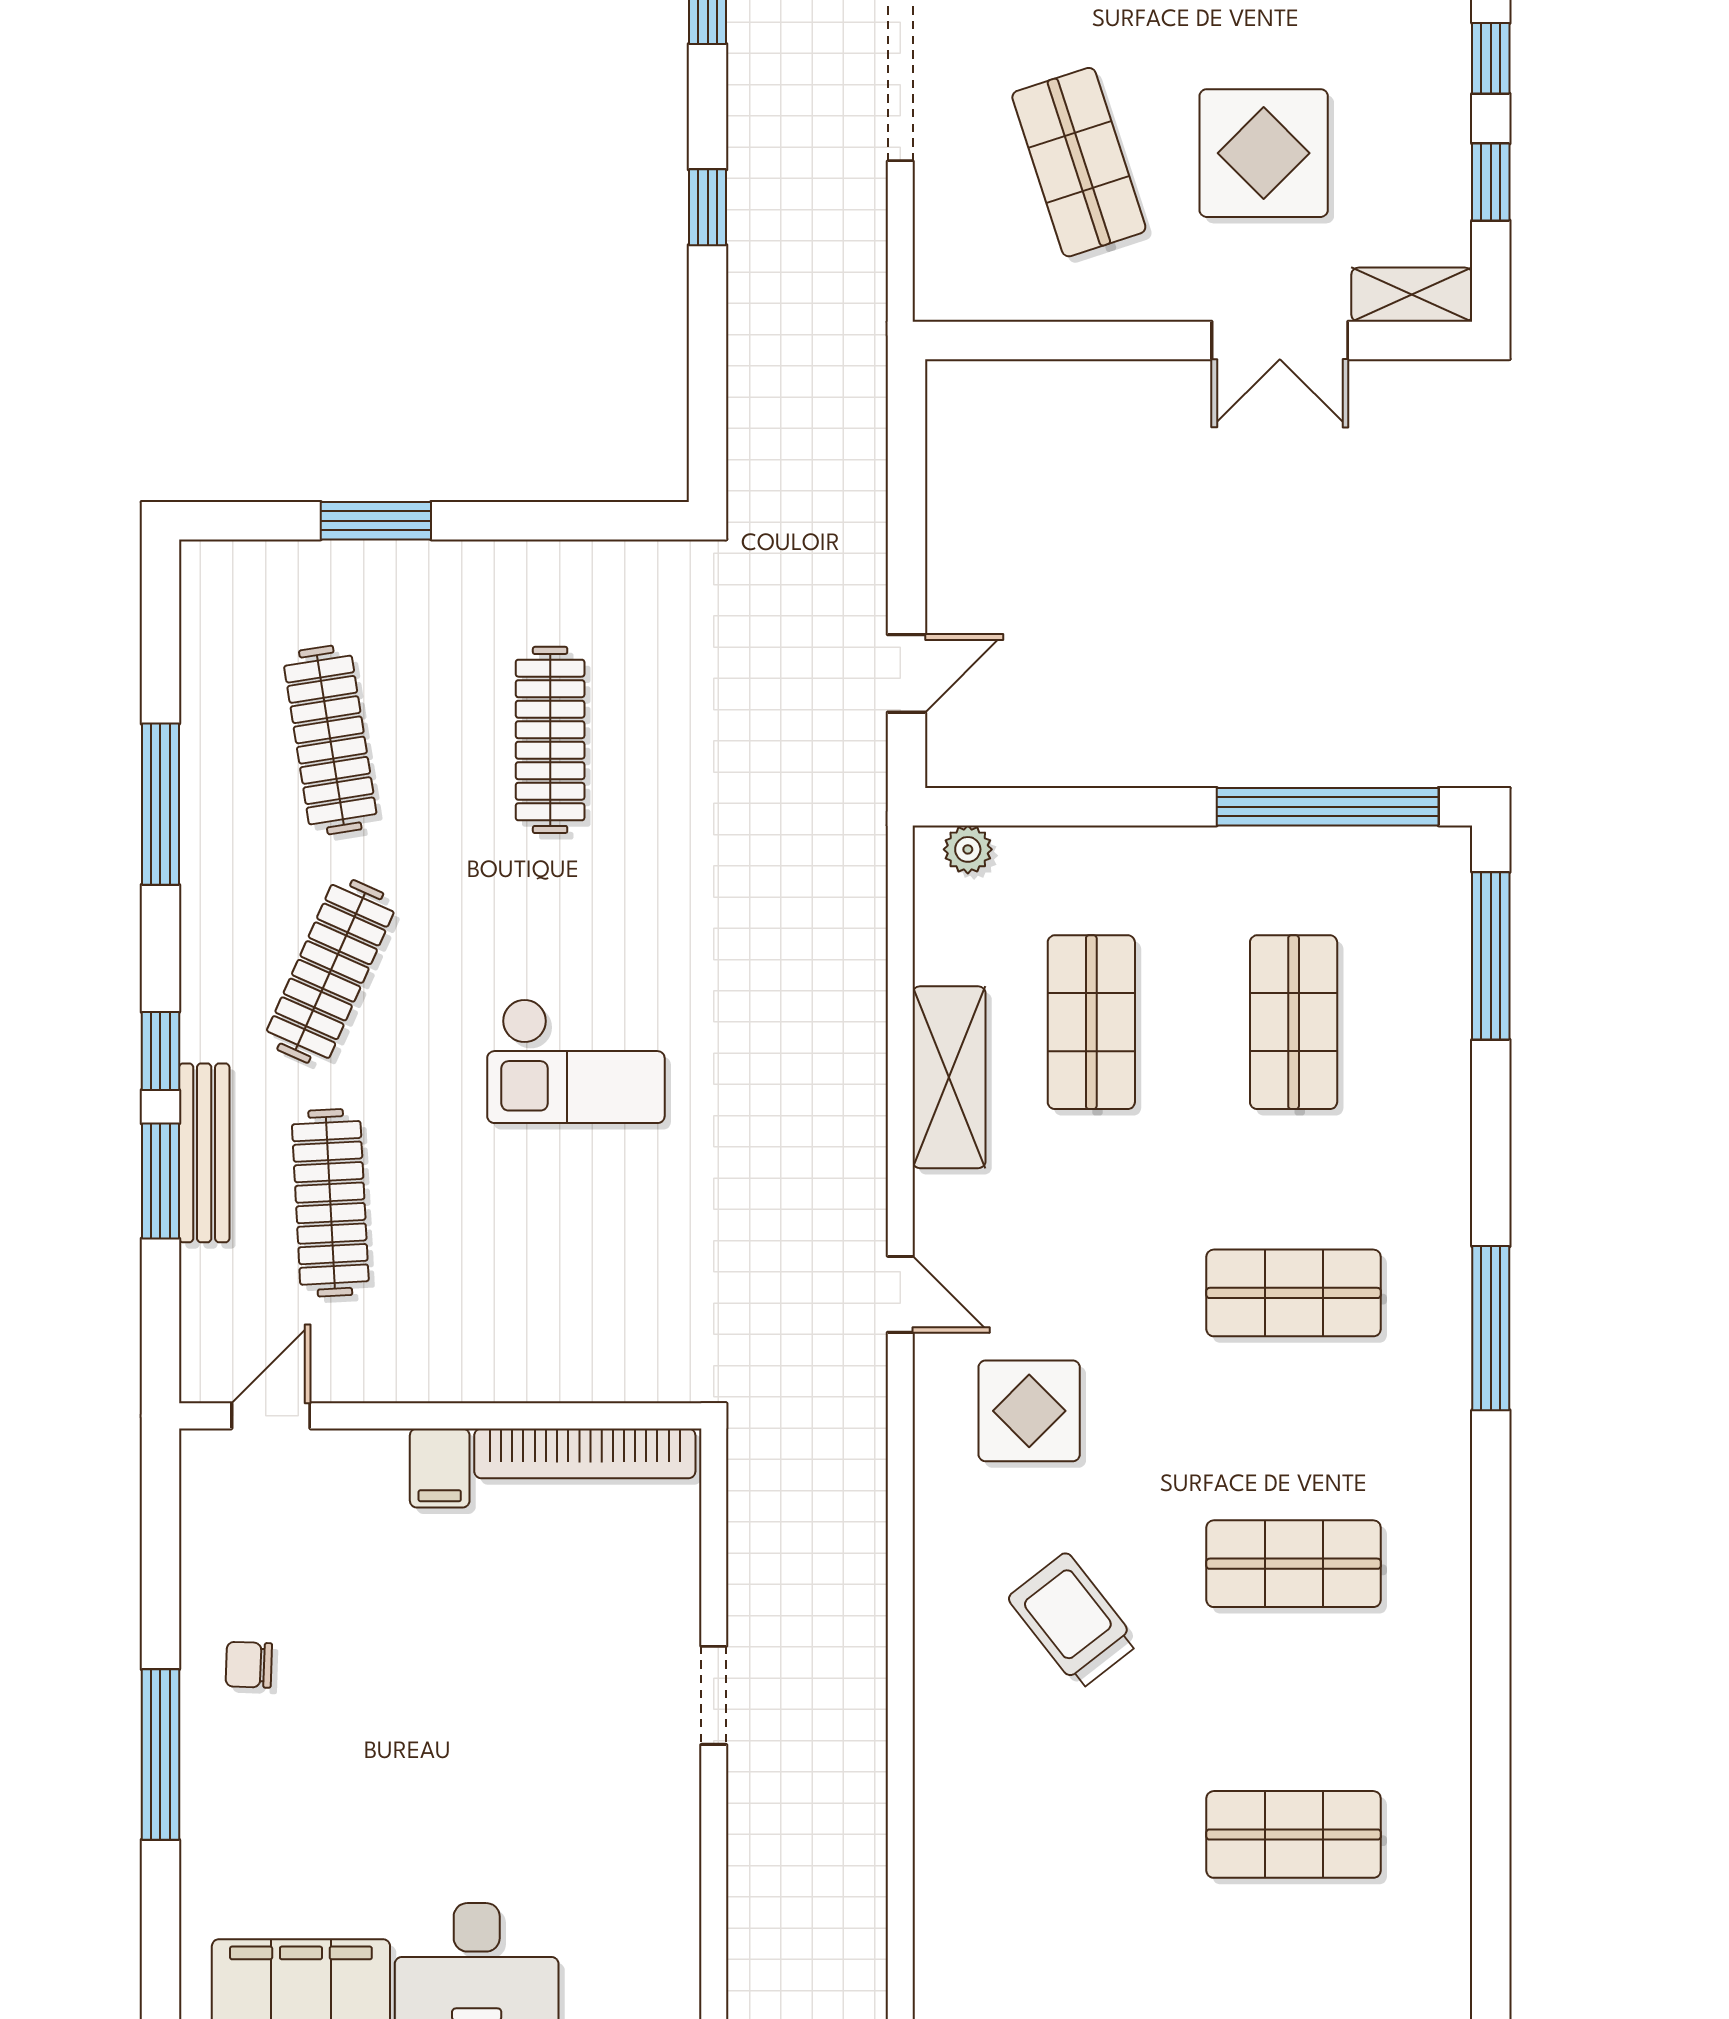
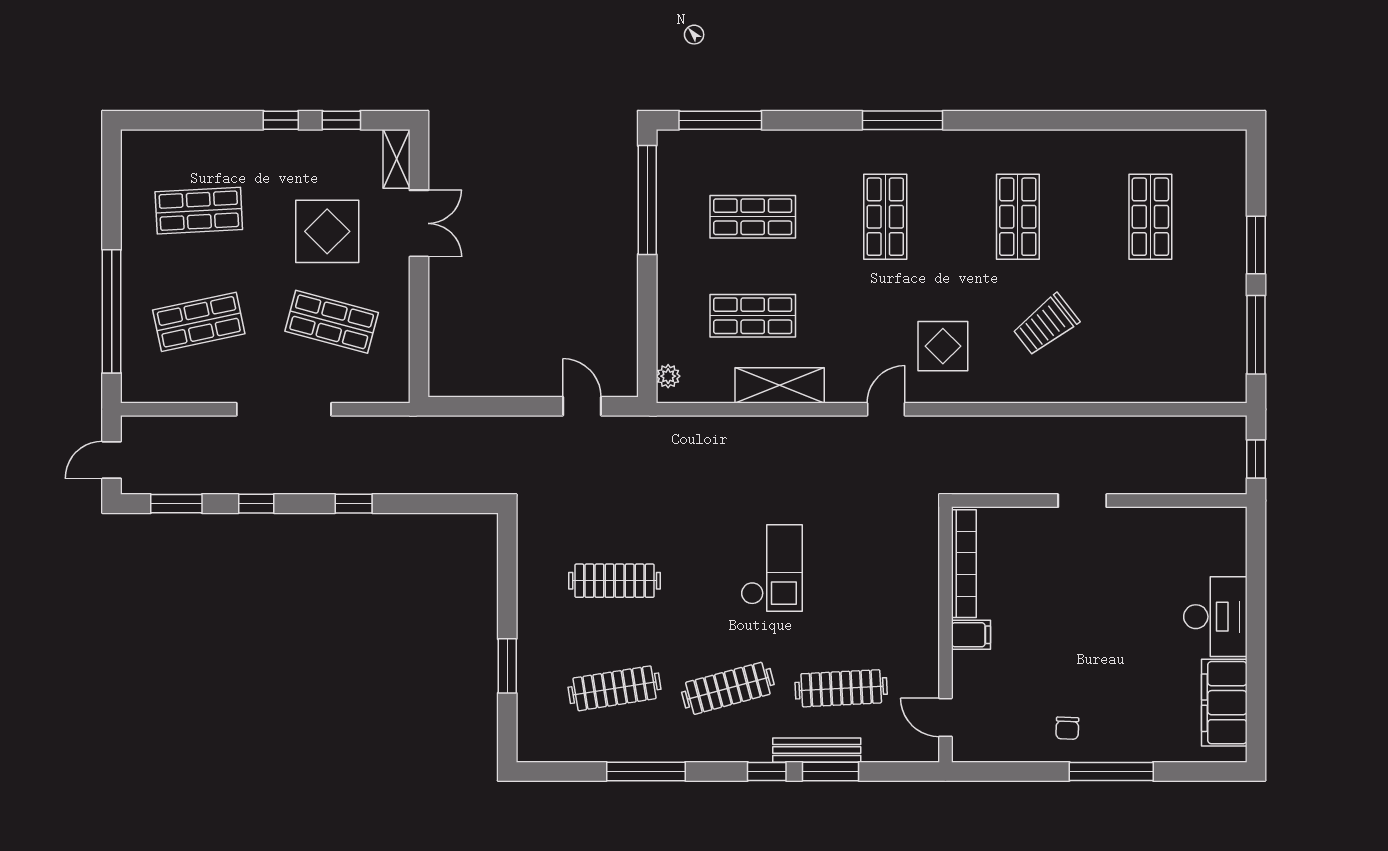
shop shelf: (1079, 162) -> (332, 322), turned 33
clothes rail: (330, 971) -> (728, 688), turned -39

